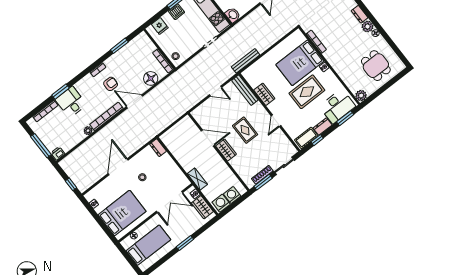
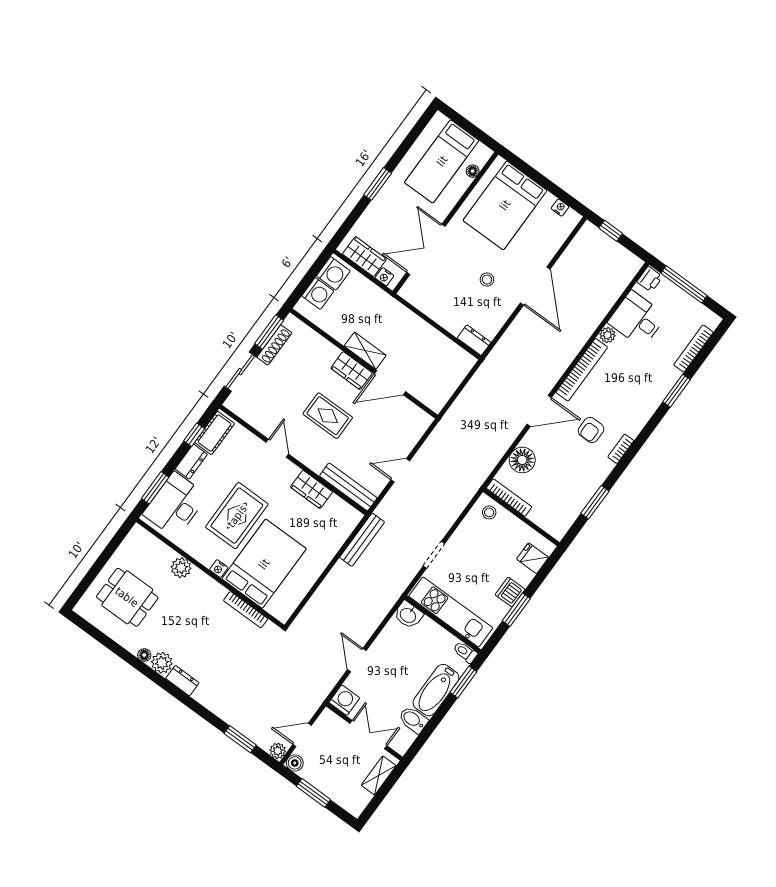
plant: (361, 96) -> (181, 568), moved
desk: (71, 102) -> (637, 319), moved, turned 180
shelving: (197, 179) -> (365, 351), moved

